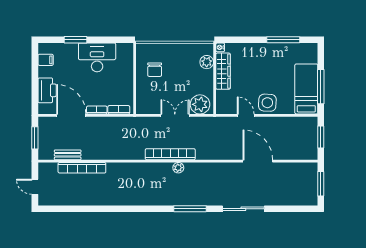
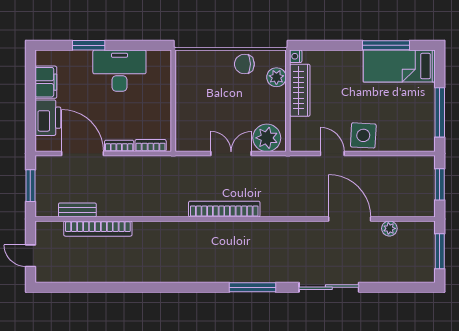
filing cabinet: (46, 60) -> (46, 82), width x2.00
chair: (155, 70) -> (244, 64), moved, turned 90
bed: (306, 89) -> (399, 66), moved, turned -90
plant: (178, 168) -> (389, 228), moved

